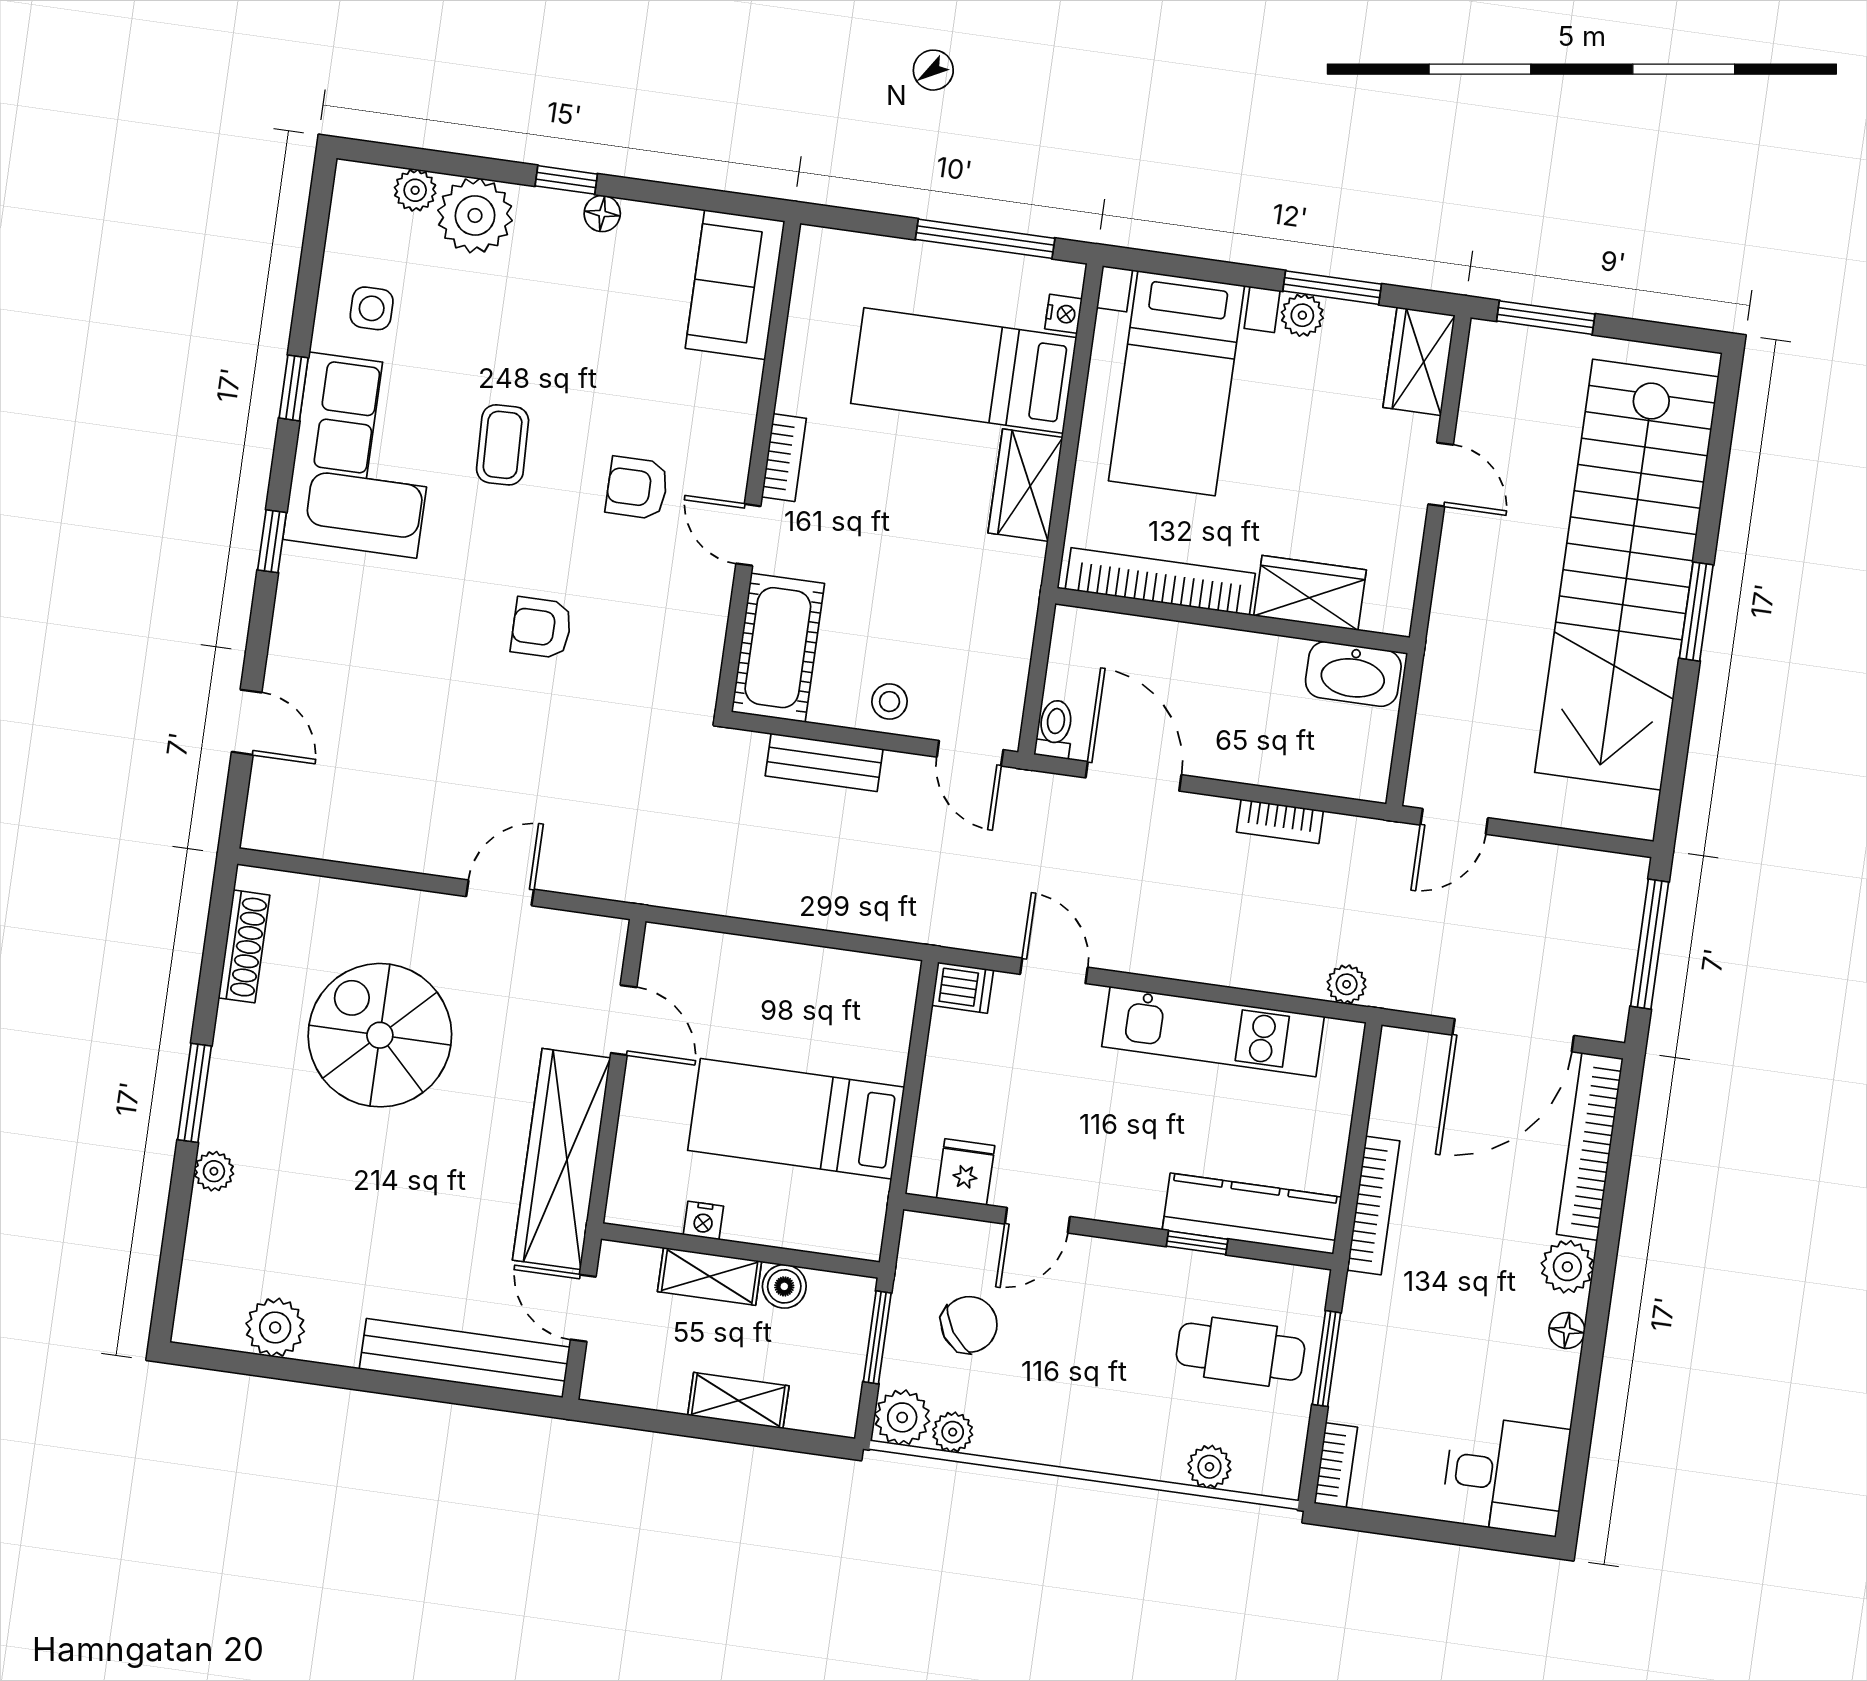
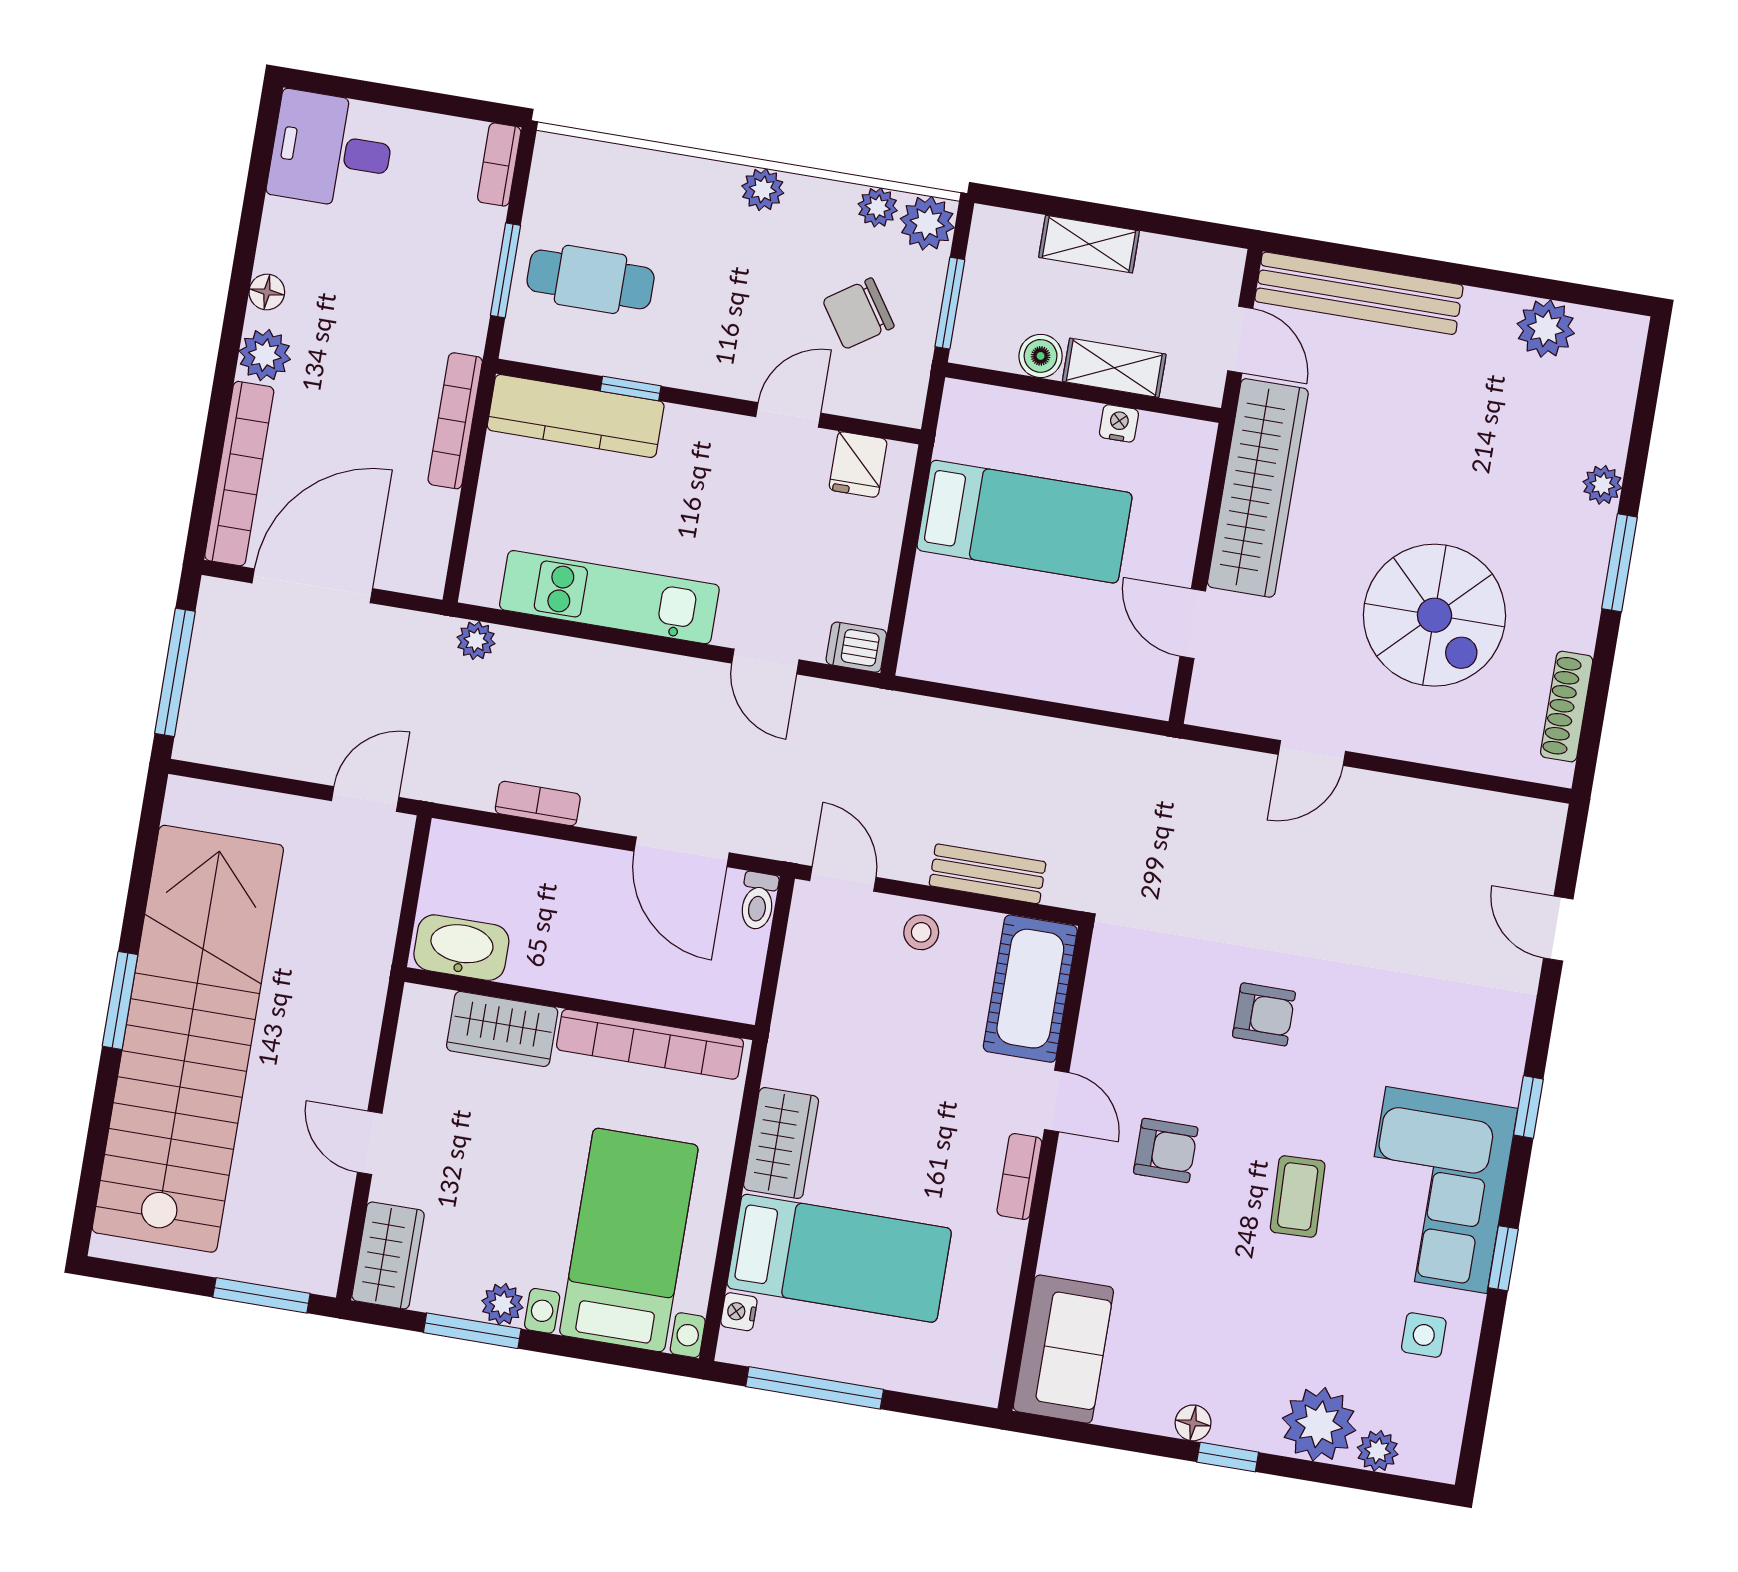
plant: (1209, 1467) -> (763, 190), moved

